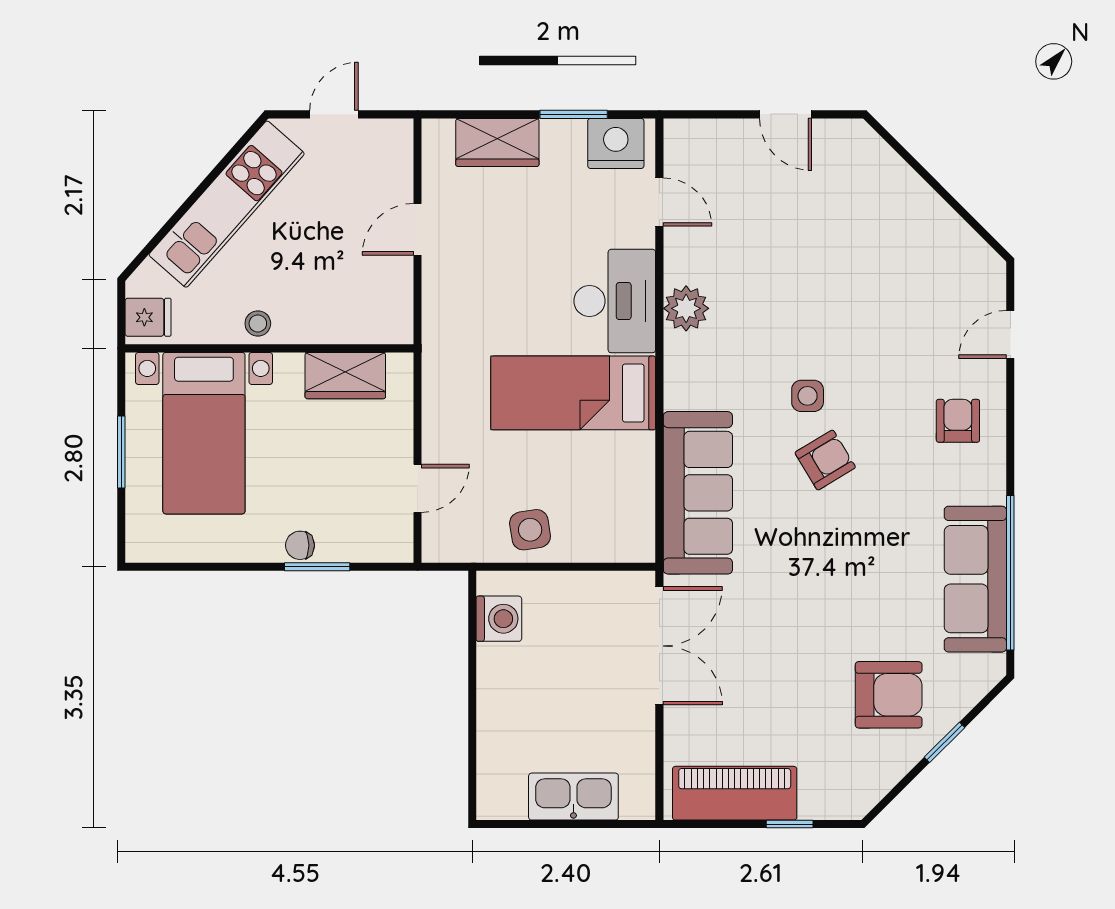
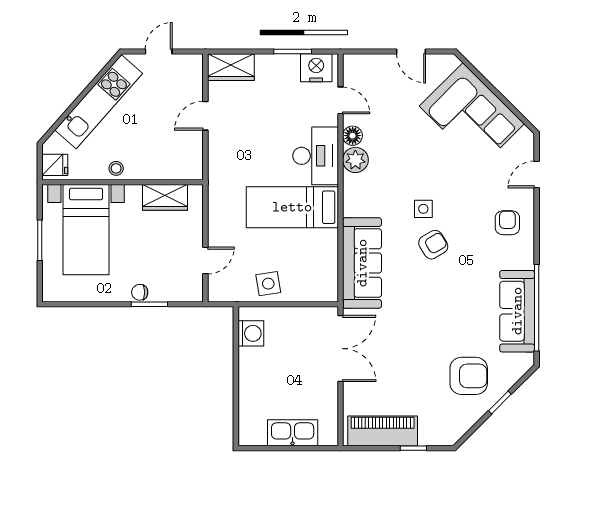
wardrobe: (497, 142) -> (231, 67), moved
corner sofa: (894, 228) -> (472, 115), added
floor lamp: (681, 265) -> (353, 136), added

